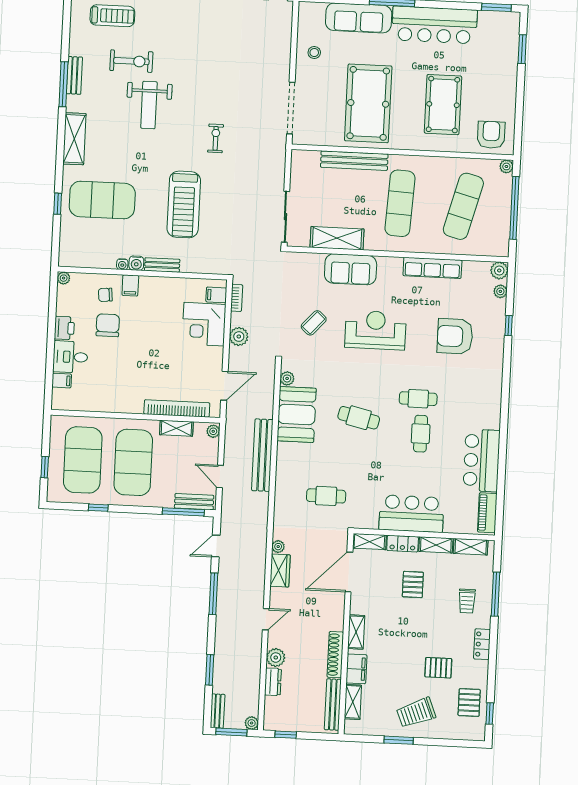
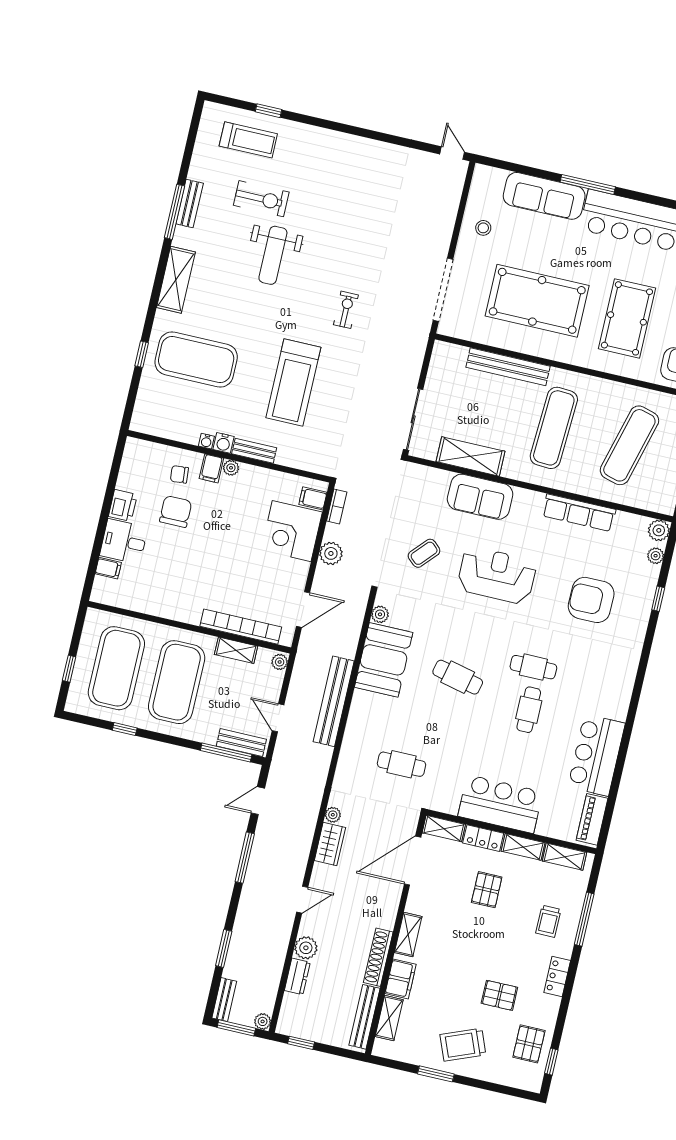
pool table: (368, 103) -> (537, 301), turned 90
plant: (64, 278) -> (231, 468), moved

